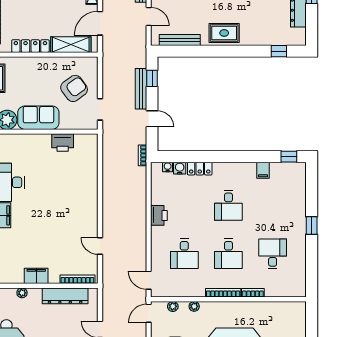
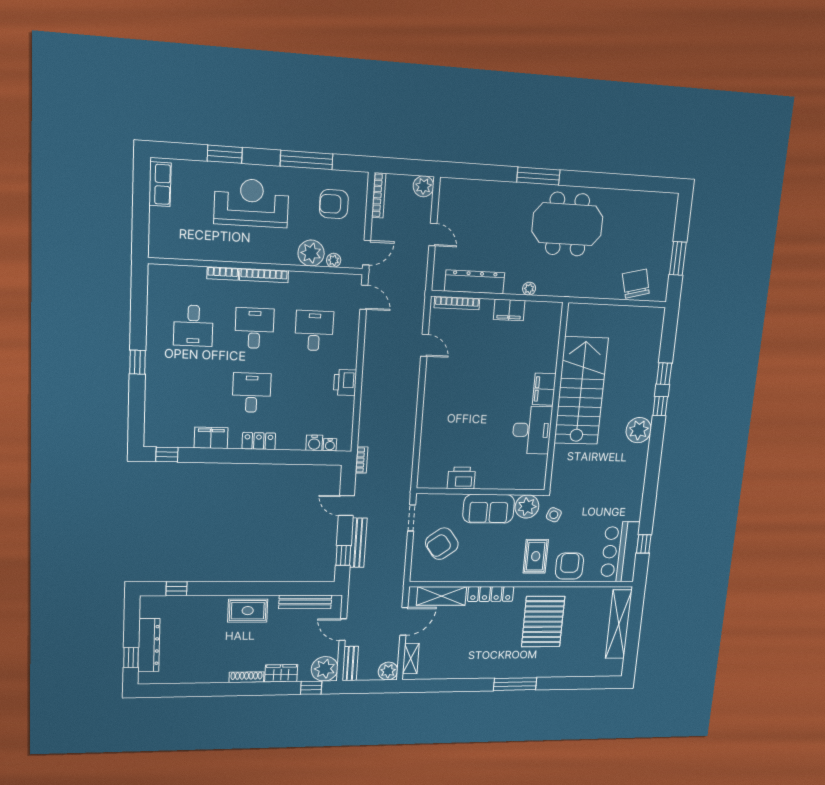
locker: (200, 169) -> (259, 441), moved
filing cabinet: (263, 170) -> (211, 438), width x2.00
plant: (194, 306) -> (311, 253), width x1.88, depth x1.88

